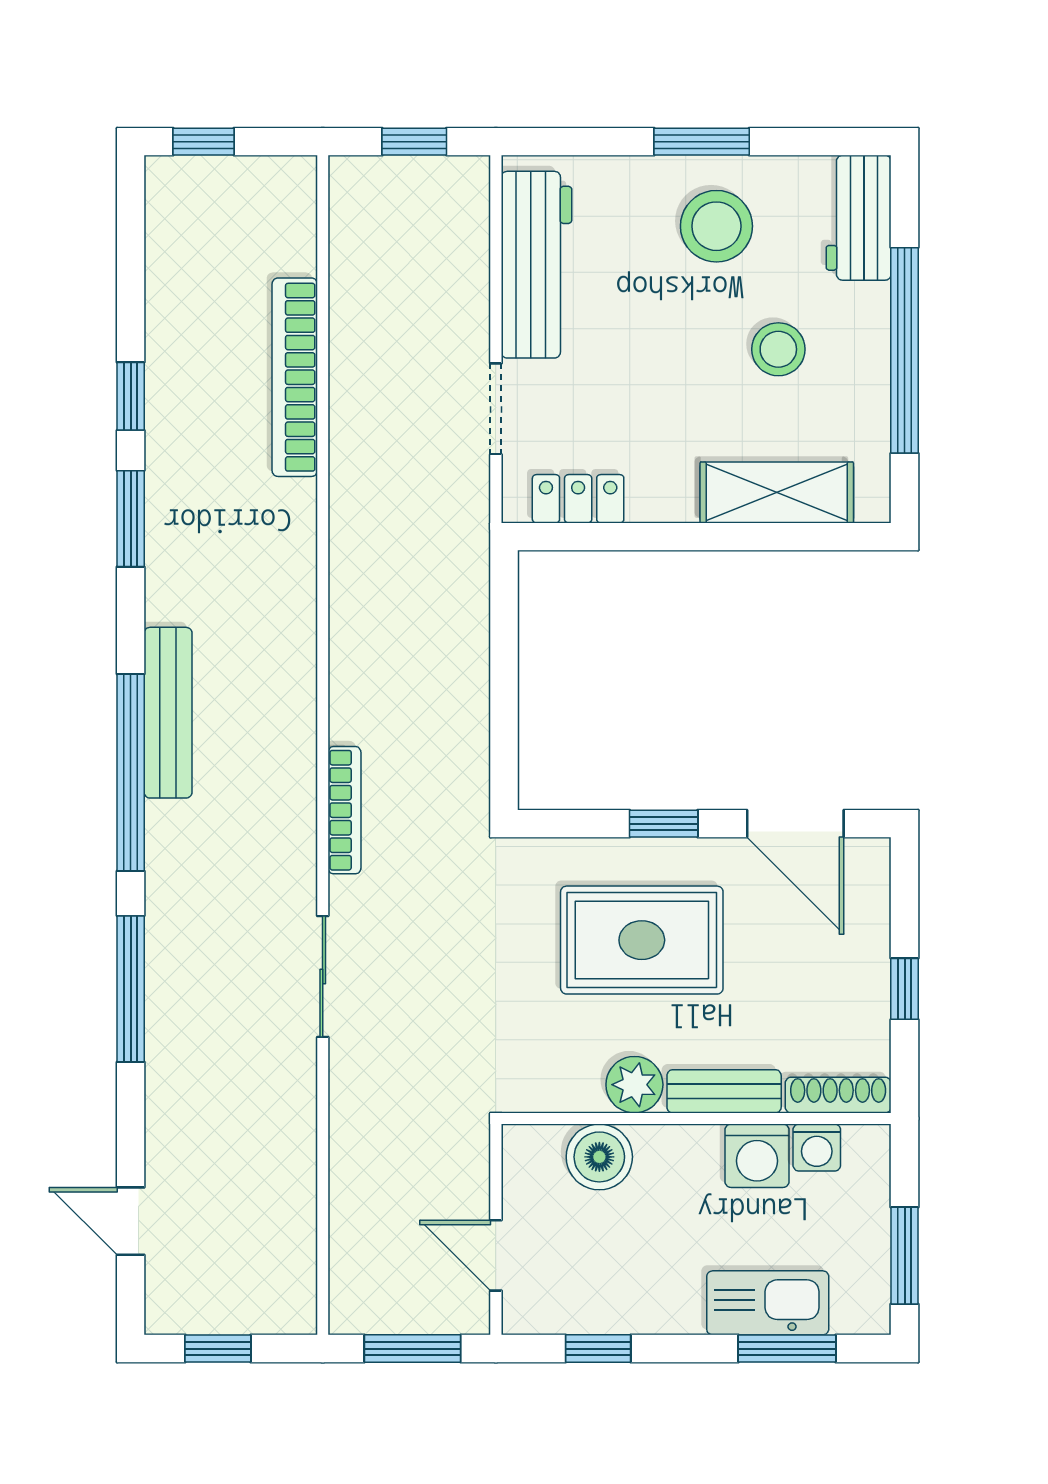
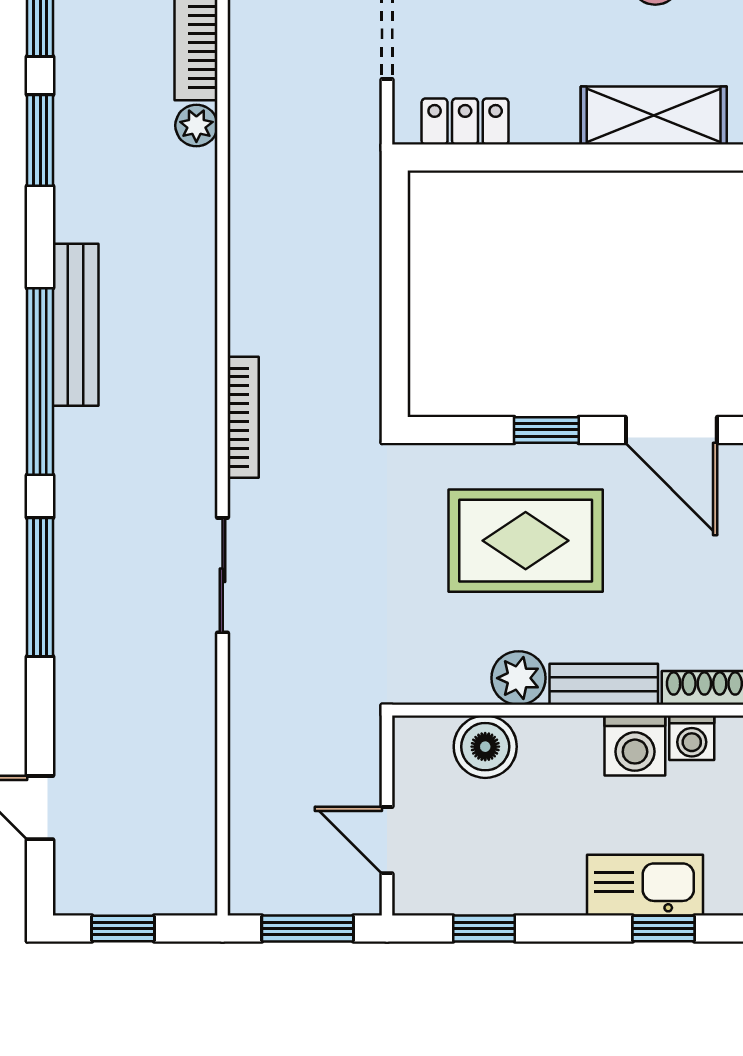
plant: (295, 503) -> (196, 125), added
window: (787, 1349) -> (663, 929), width x0.67

